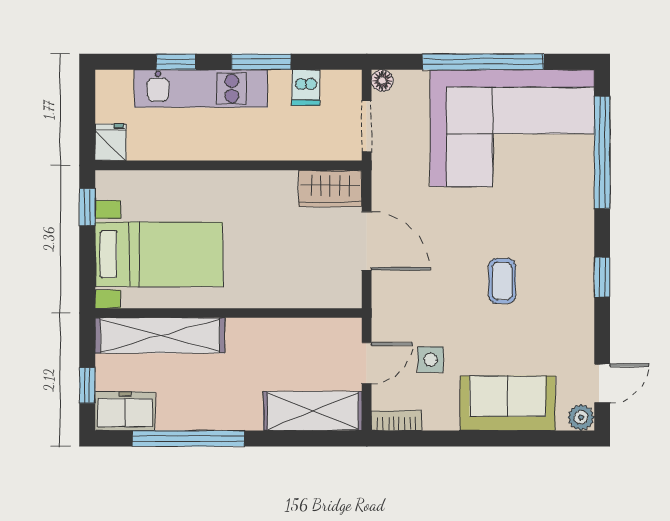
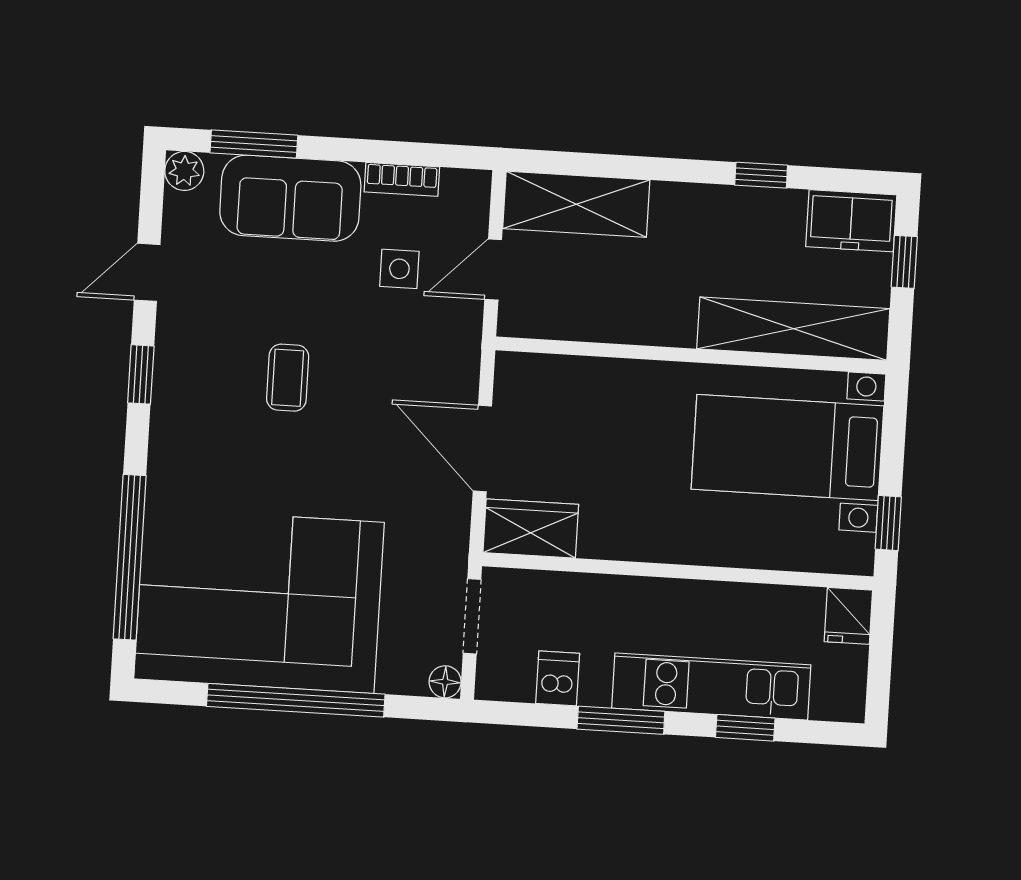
door: (602, 383) -> (147, 272), moved
bookcase: (397, 421) -> (402, 179), moved
window: (188, 439) -> (761, 175), width x0.32
window: (535, 439) -> (254, 144), added

